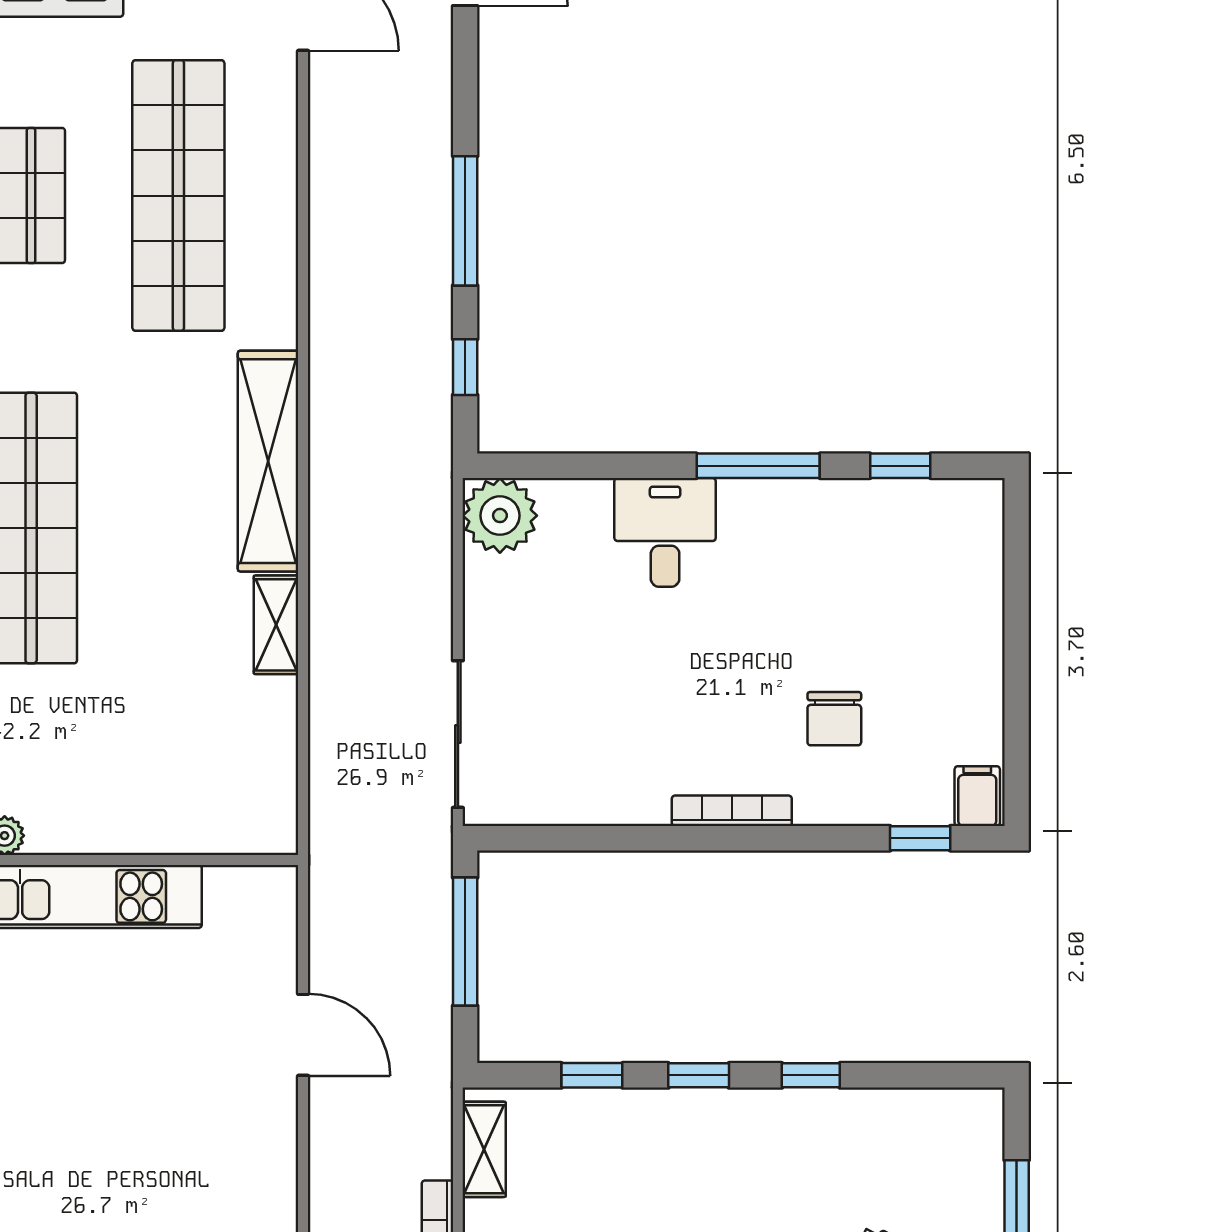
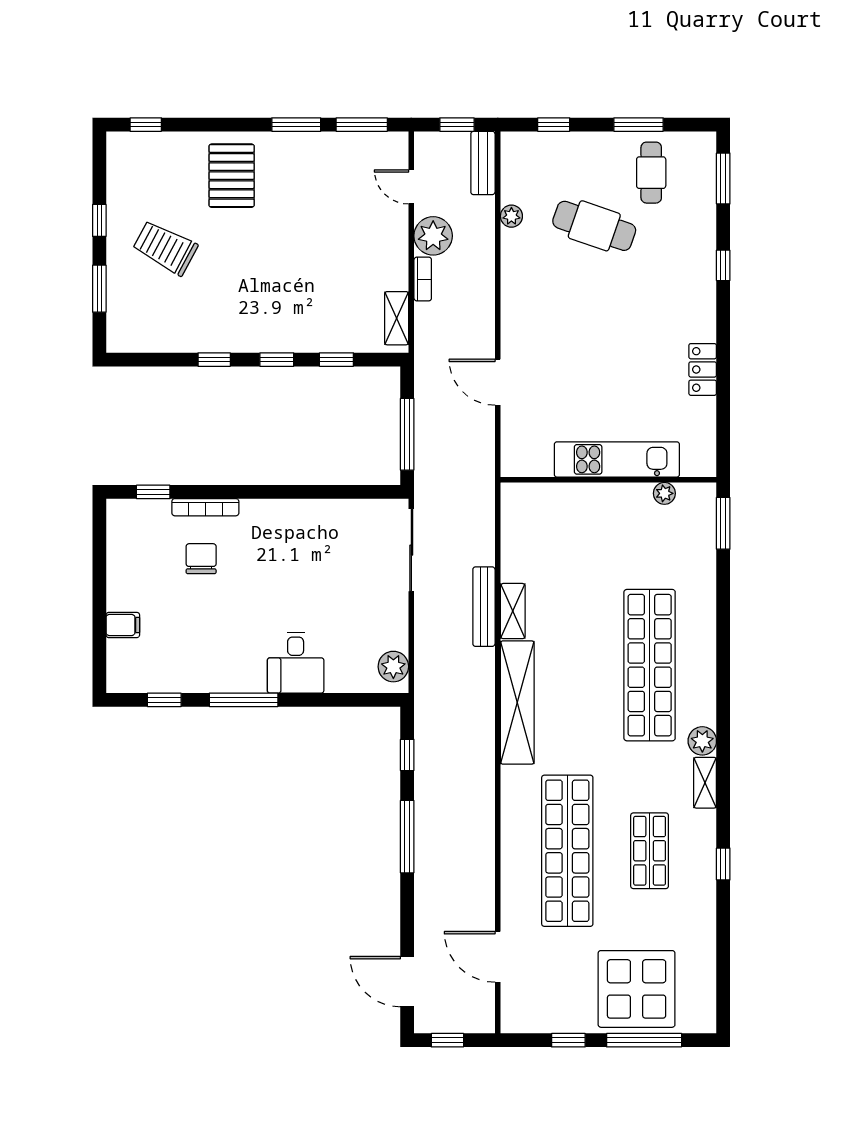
plant: (500, 516) -> (393, 667), width x0.73, depth x0.73
bench: (328, 633) -> (484, 607), added
filing cabinet: (977, 796) -> (123, 625), moved, turned -90
bookcase: (732, 811) -> (205, 507), moved

